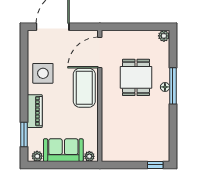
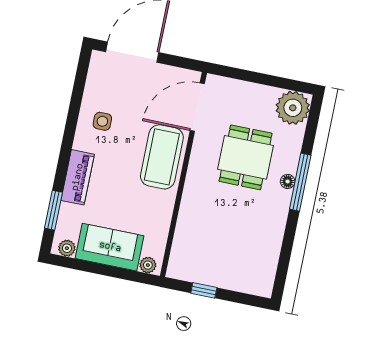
plant: (164, 36) -> (293, 108), width x1.88, depth x1.88
side table: (43, 73) -> (102, 121), width x0.54, depth x0.54
window: (155, 165) -> (204, 290), moved

